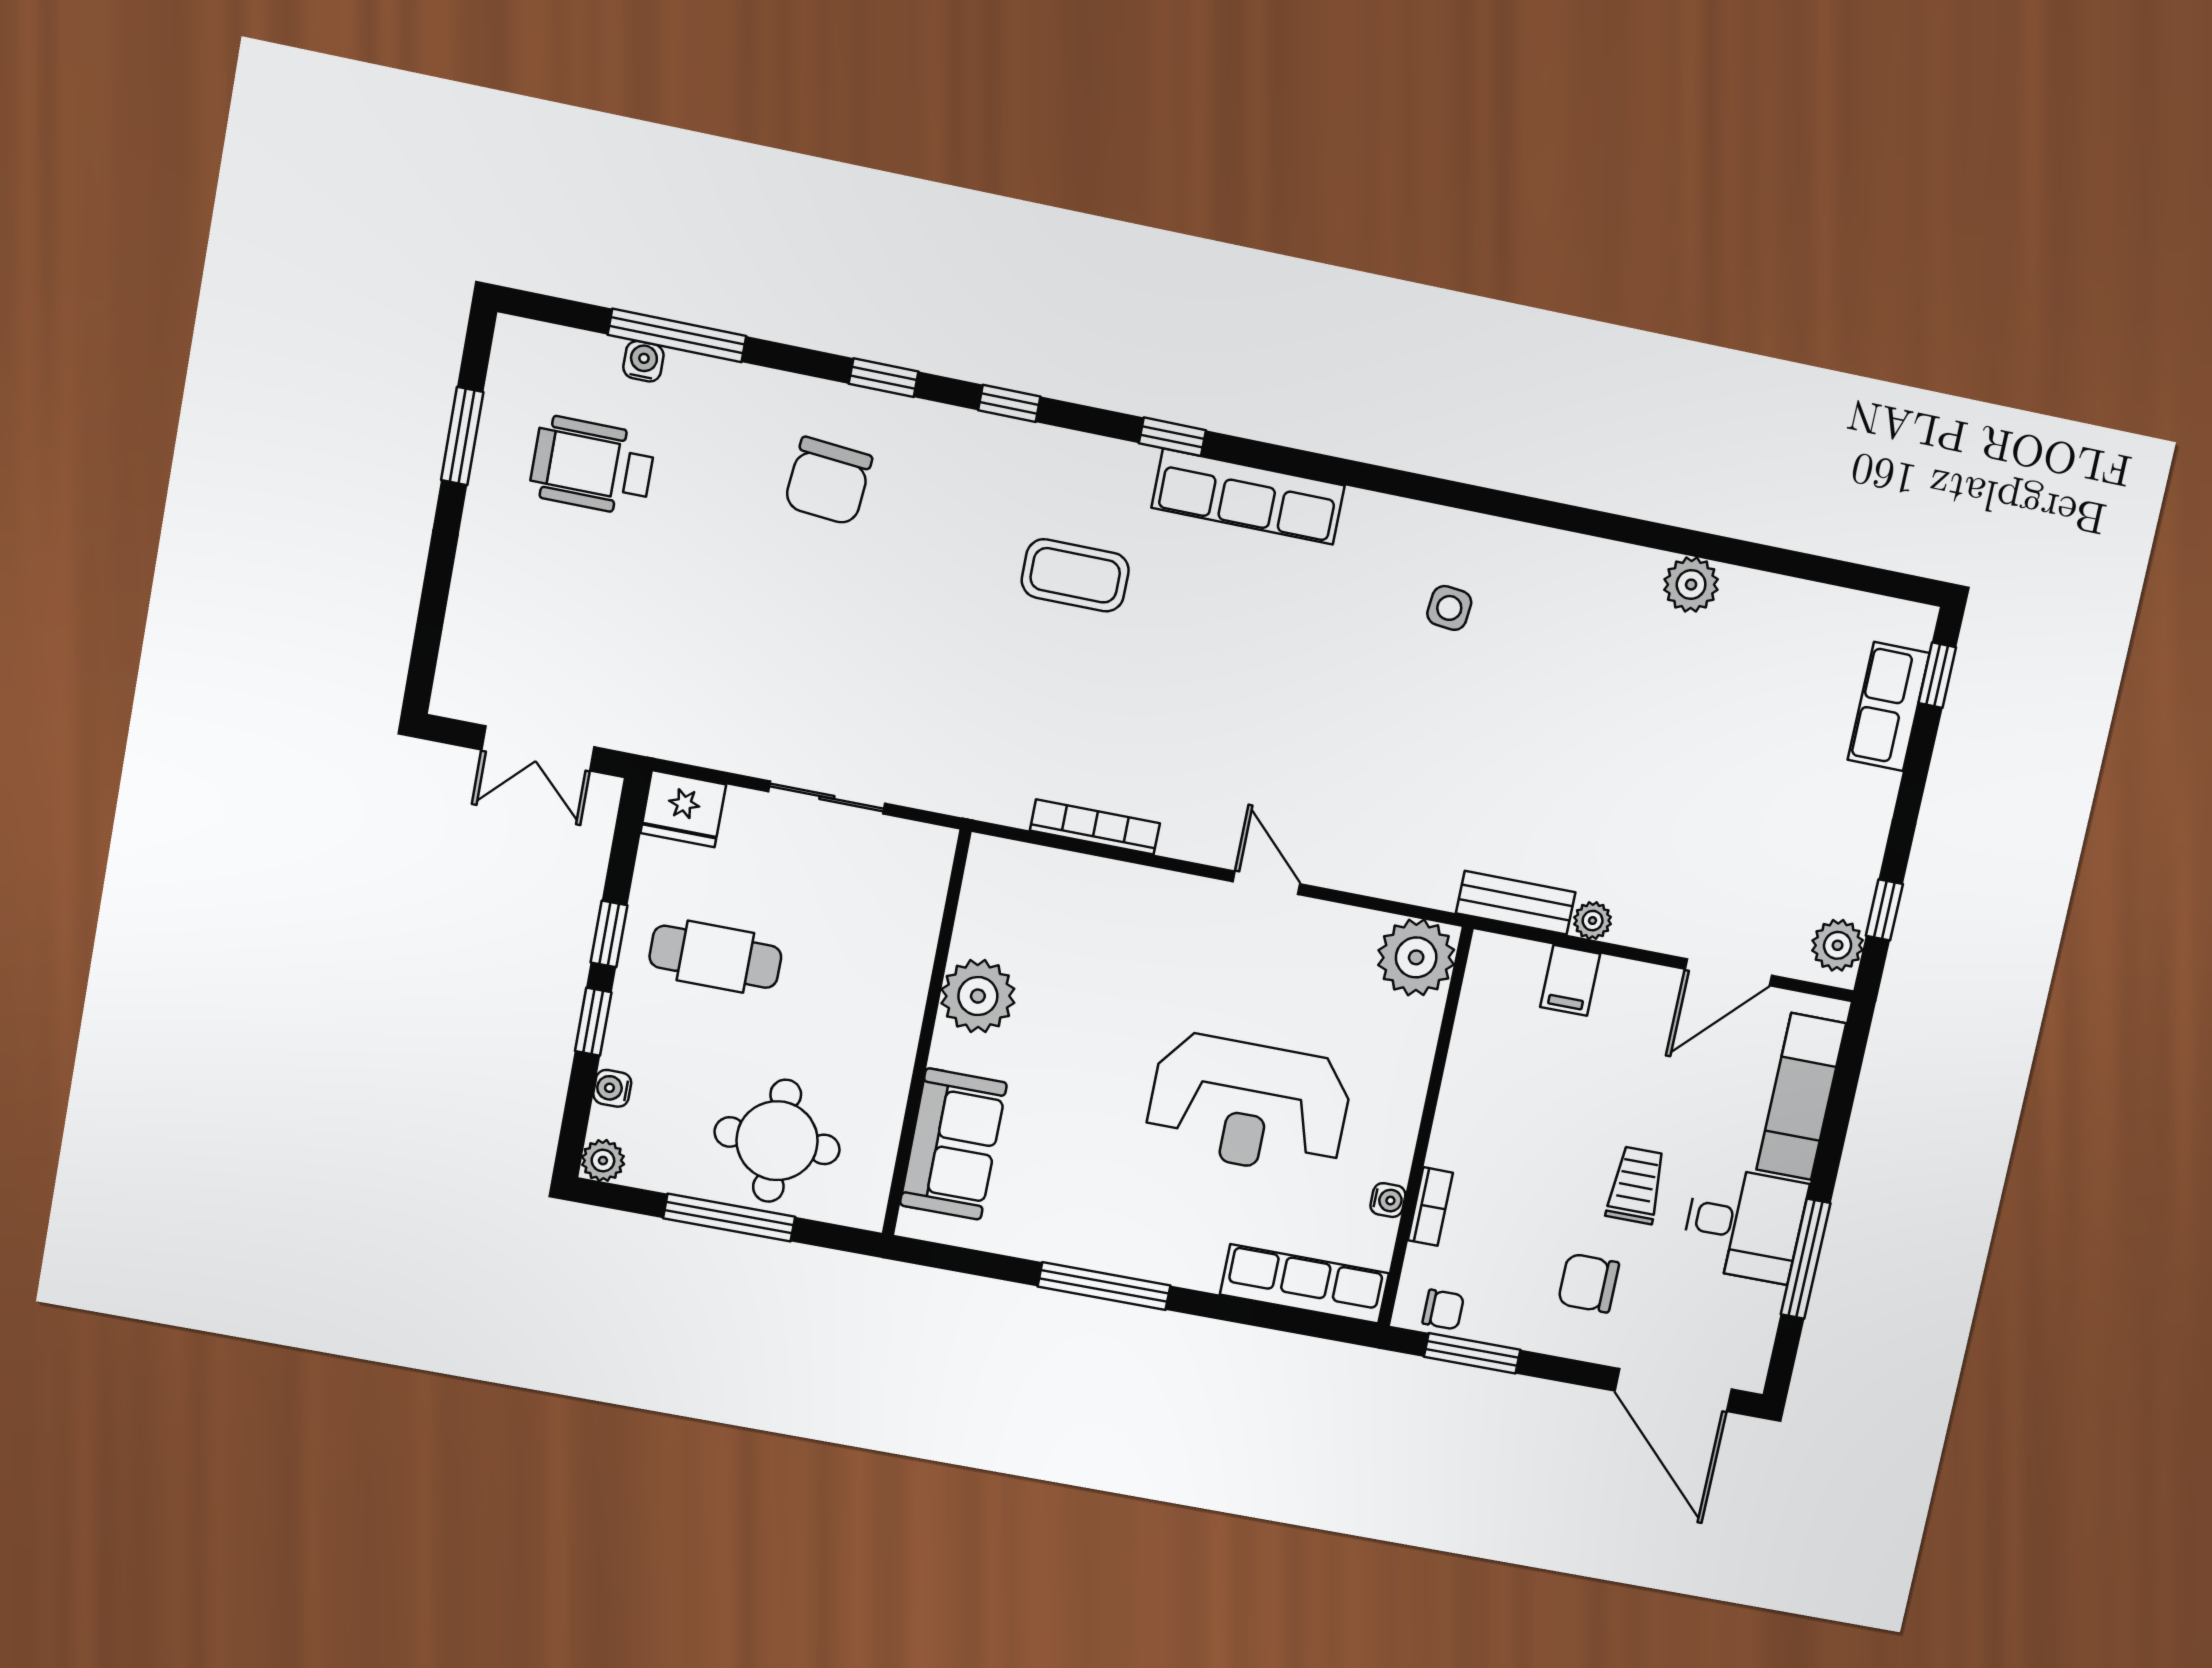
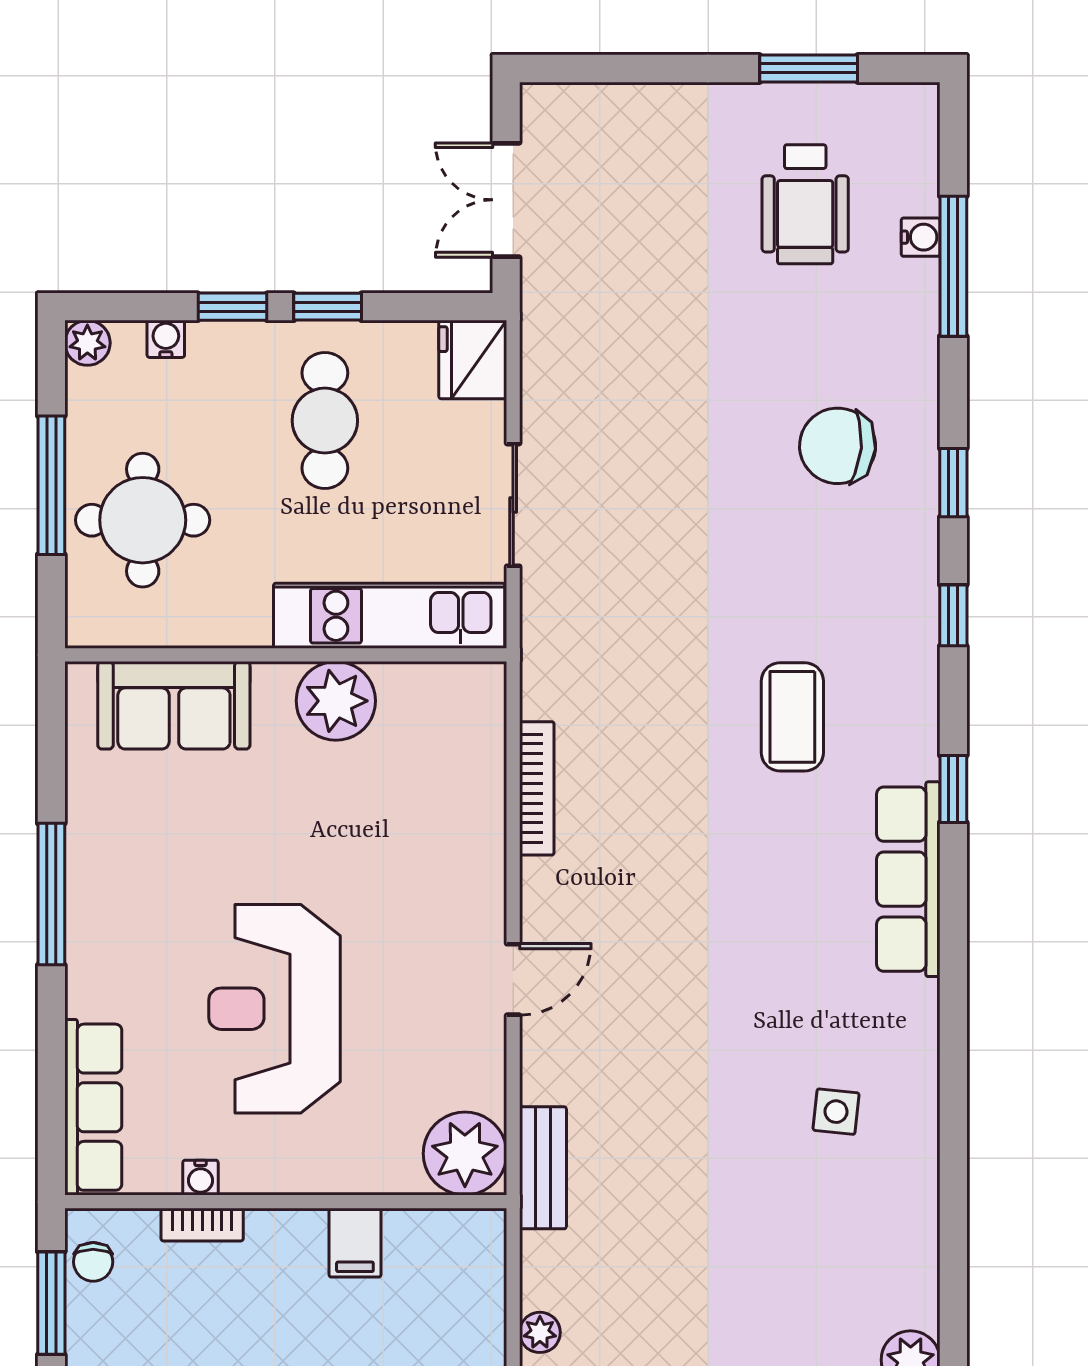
wheelchair: (592, 466) -> (805, 204), turned 180
bench: (1516, 903) -> (543, 1168), moved
kitchen unit: (908, 932) -> (389, 616), added
filing cabinet: (1570, 980) -> (355, 1243), moved, turned -90

